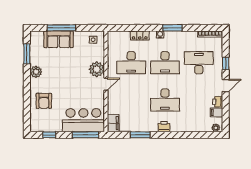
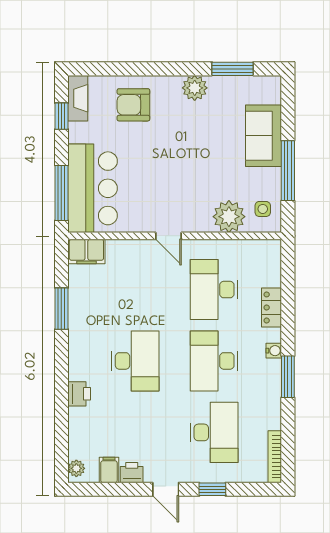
window: (61, 28) -> (288, 171), moved
plant: (97, 69) -> (229, 217), moved
desk: (165, 100) -> (135, 361), turned 180
fireplace: (41, 127) -> (78, 98), added
printer: (164, 127) -> (79, 394), moved

